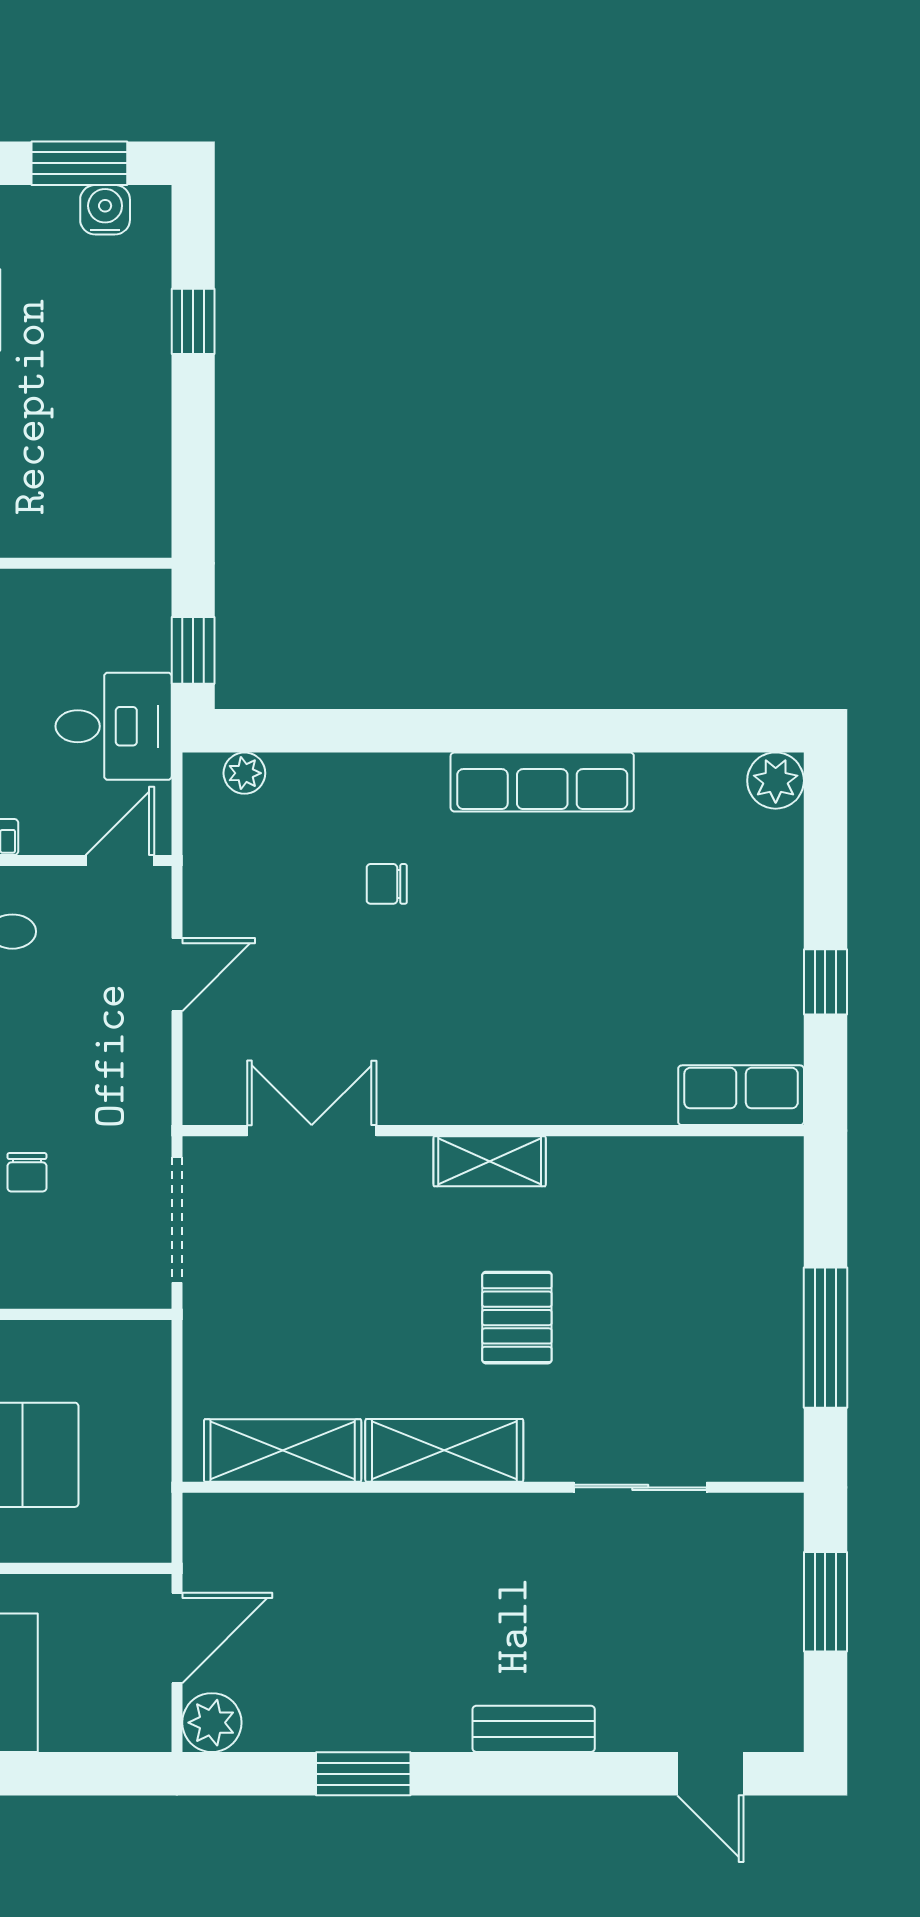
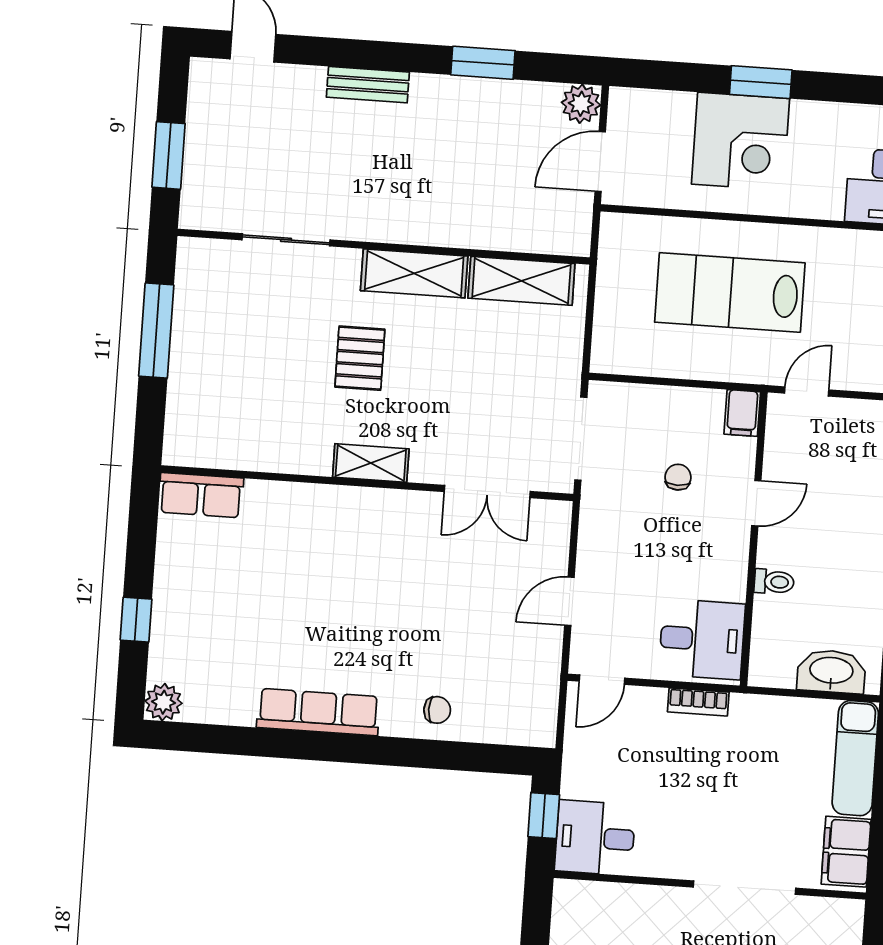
desk: (114, 726) -> (595, 838), moved
plant: (244, 773) -> (515, 732), removed
chair: (387, 884) -> (437, 710), moved
window: (825, 982) -> (136, 620), moved

